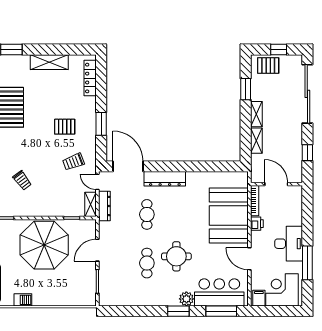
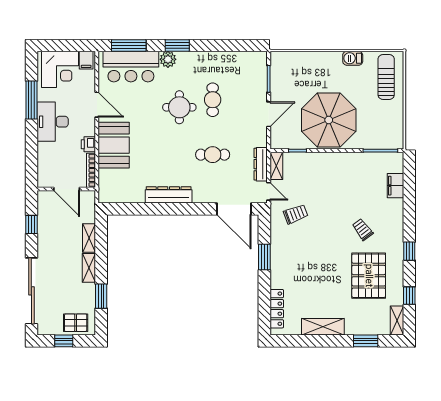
pallet: (65, 127) -> (305, 254), removed
dresser: (165, 179) -> (169, 195), moved
trolley: (22, 180) -> (363, 229), moved
cafe table: (147, 214) -> (213, 155), turned 90
booth: (229, 215) -> (114, 145), width x0.73, depth x0.70

